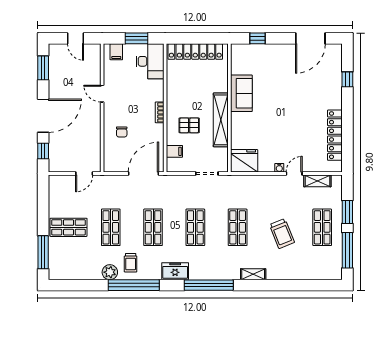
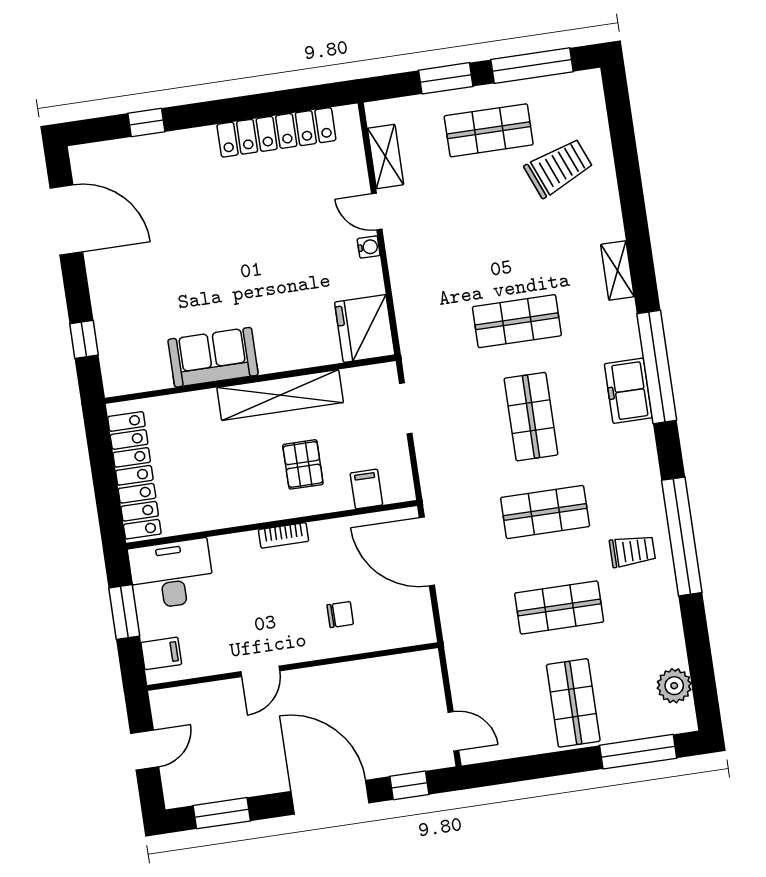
door: (84, 174) -> (453, 731), moved
shop shelf: (195, 227) -> (531, 417), turned 90
trolley: (282, 234) -> (559, 168), moved
freezer: (175, 271) -> (628, 391), moved
plant: (110, 272) -> (674, 686), moved

